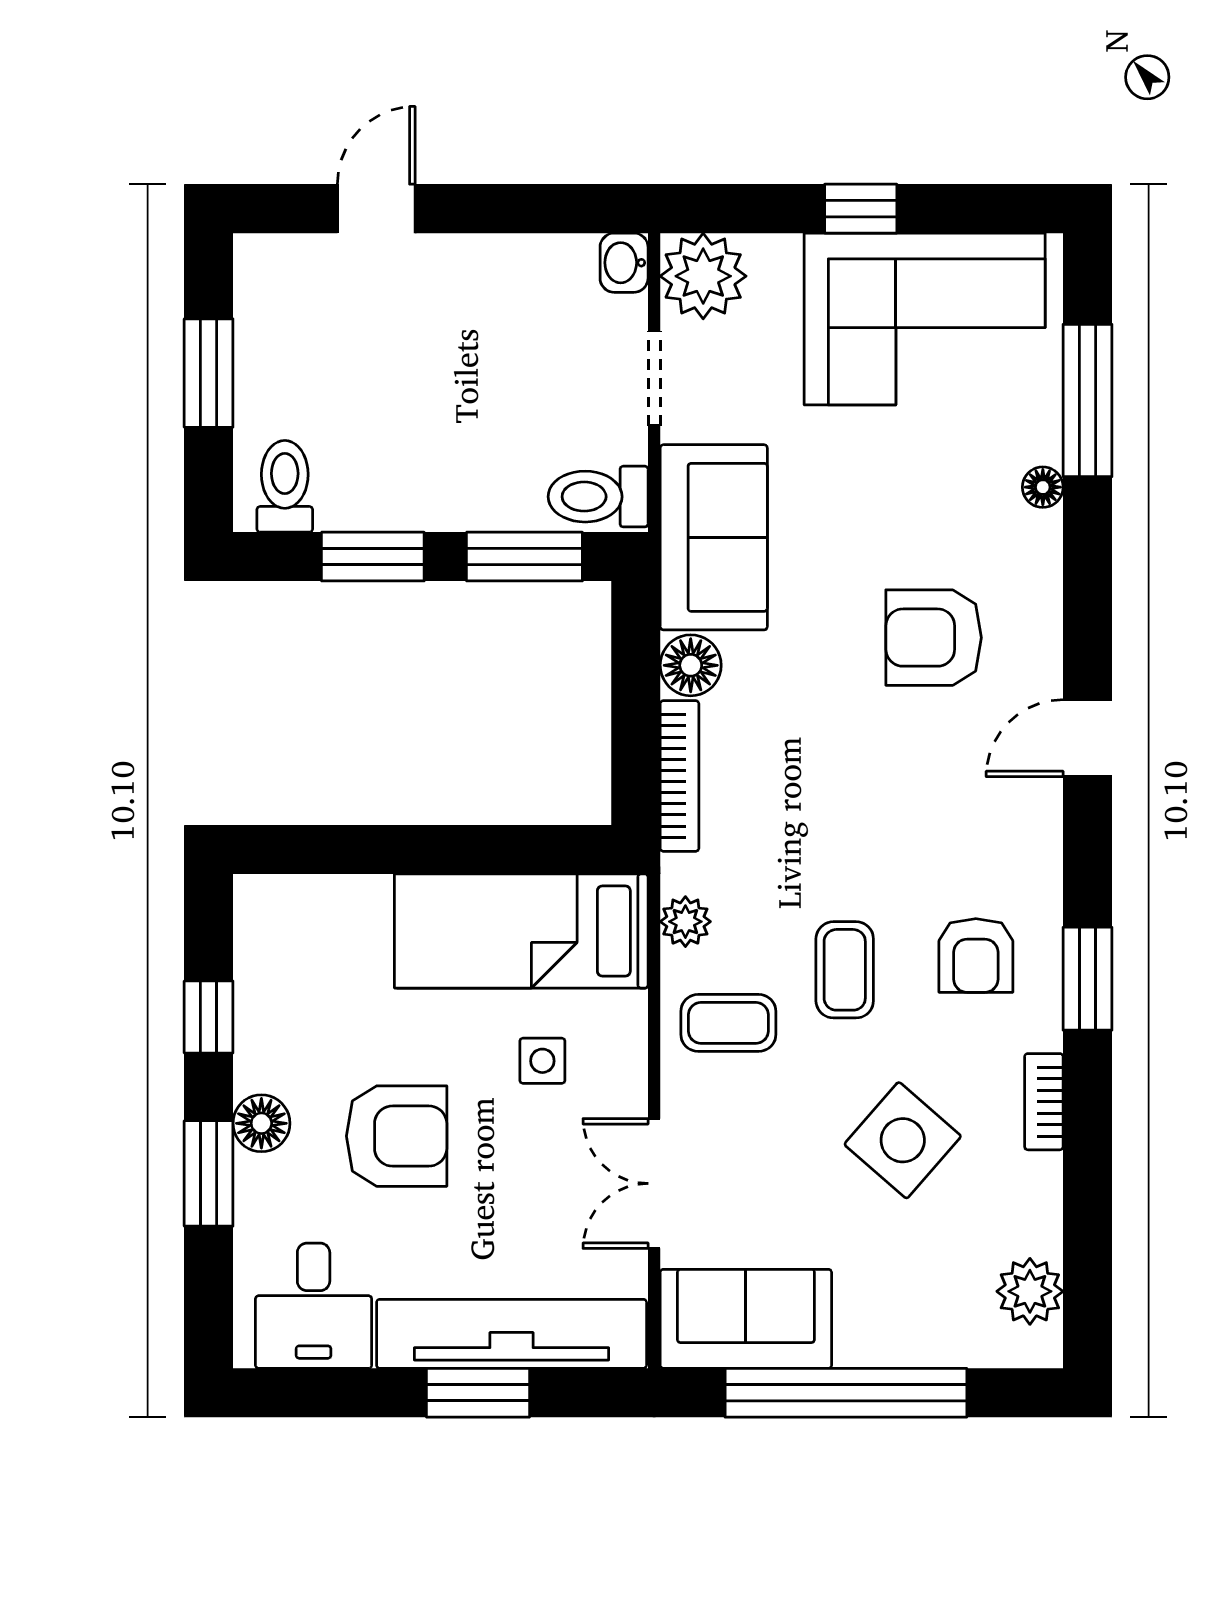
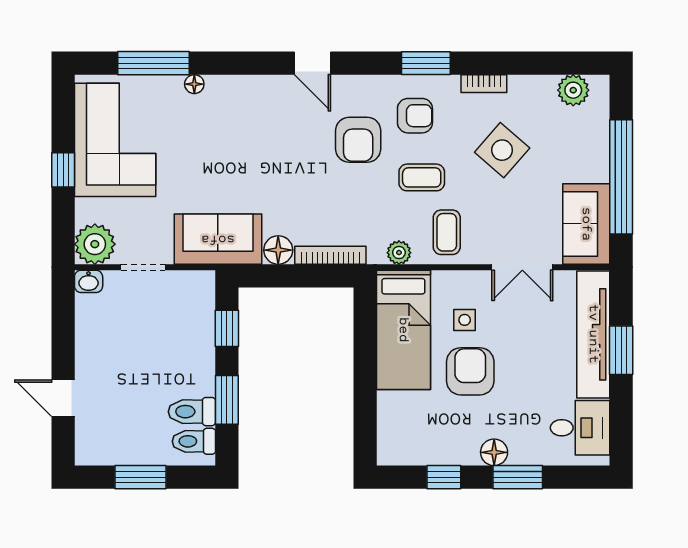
toilet: (598, 497) -> (192, 412), moved, turned 90
window: (524, 557) -> (227, 328), width x0.67
armchair: (934, 638) -> (358, 140), moved
armchair: (397, 1136) -> (470, 371), moved

